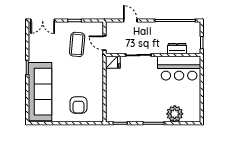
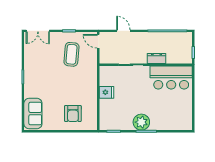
door: (104, 43) -> (98, 41), moved
dresser: (177, 49) -> (157, 58), moved
fridge: (113, 62) -> (106, 92), moved
sofa: (40, 92) -> (33, 114), width x0.54, depth x0.79
plant: (175, 114) -> (141, 122), moved

